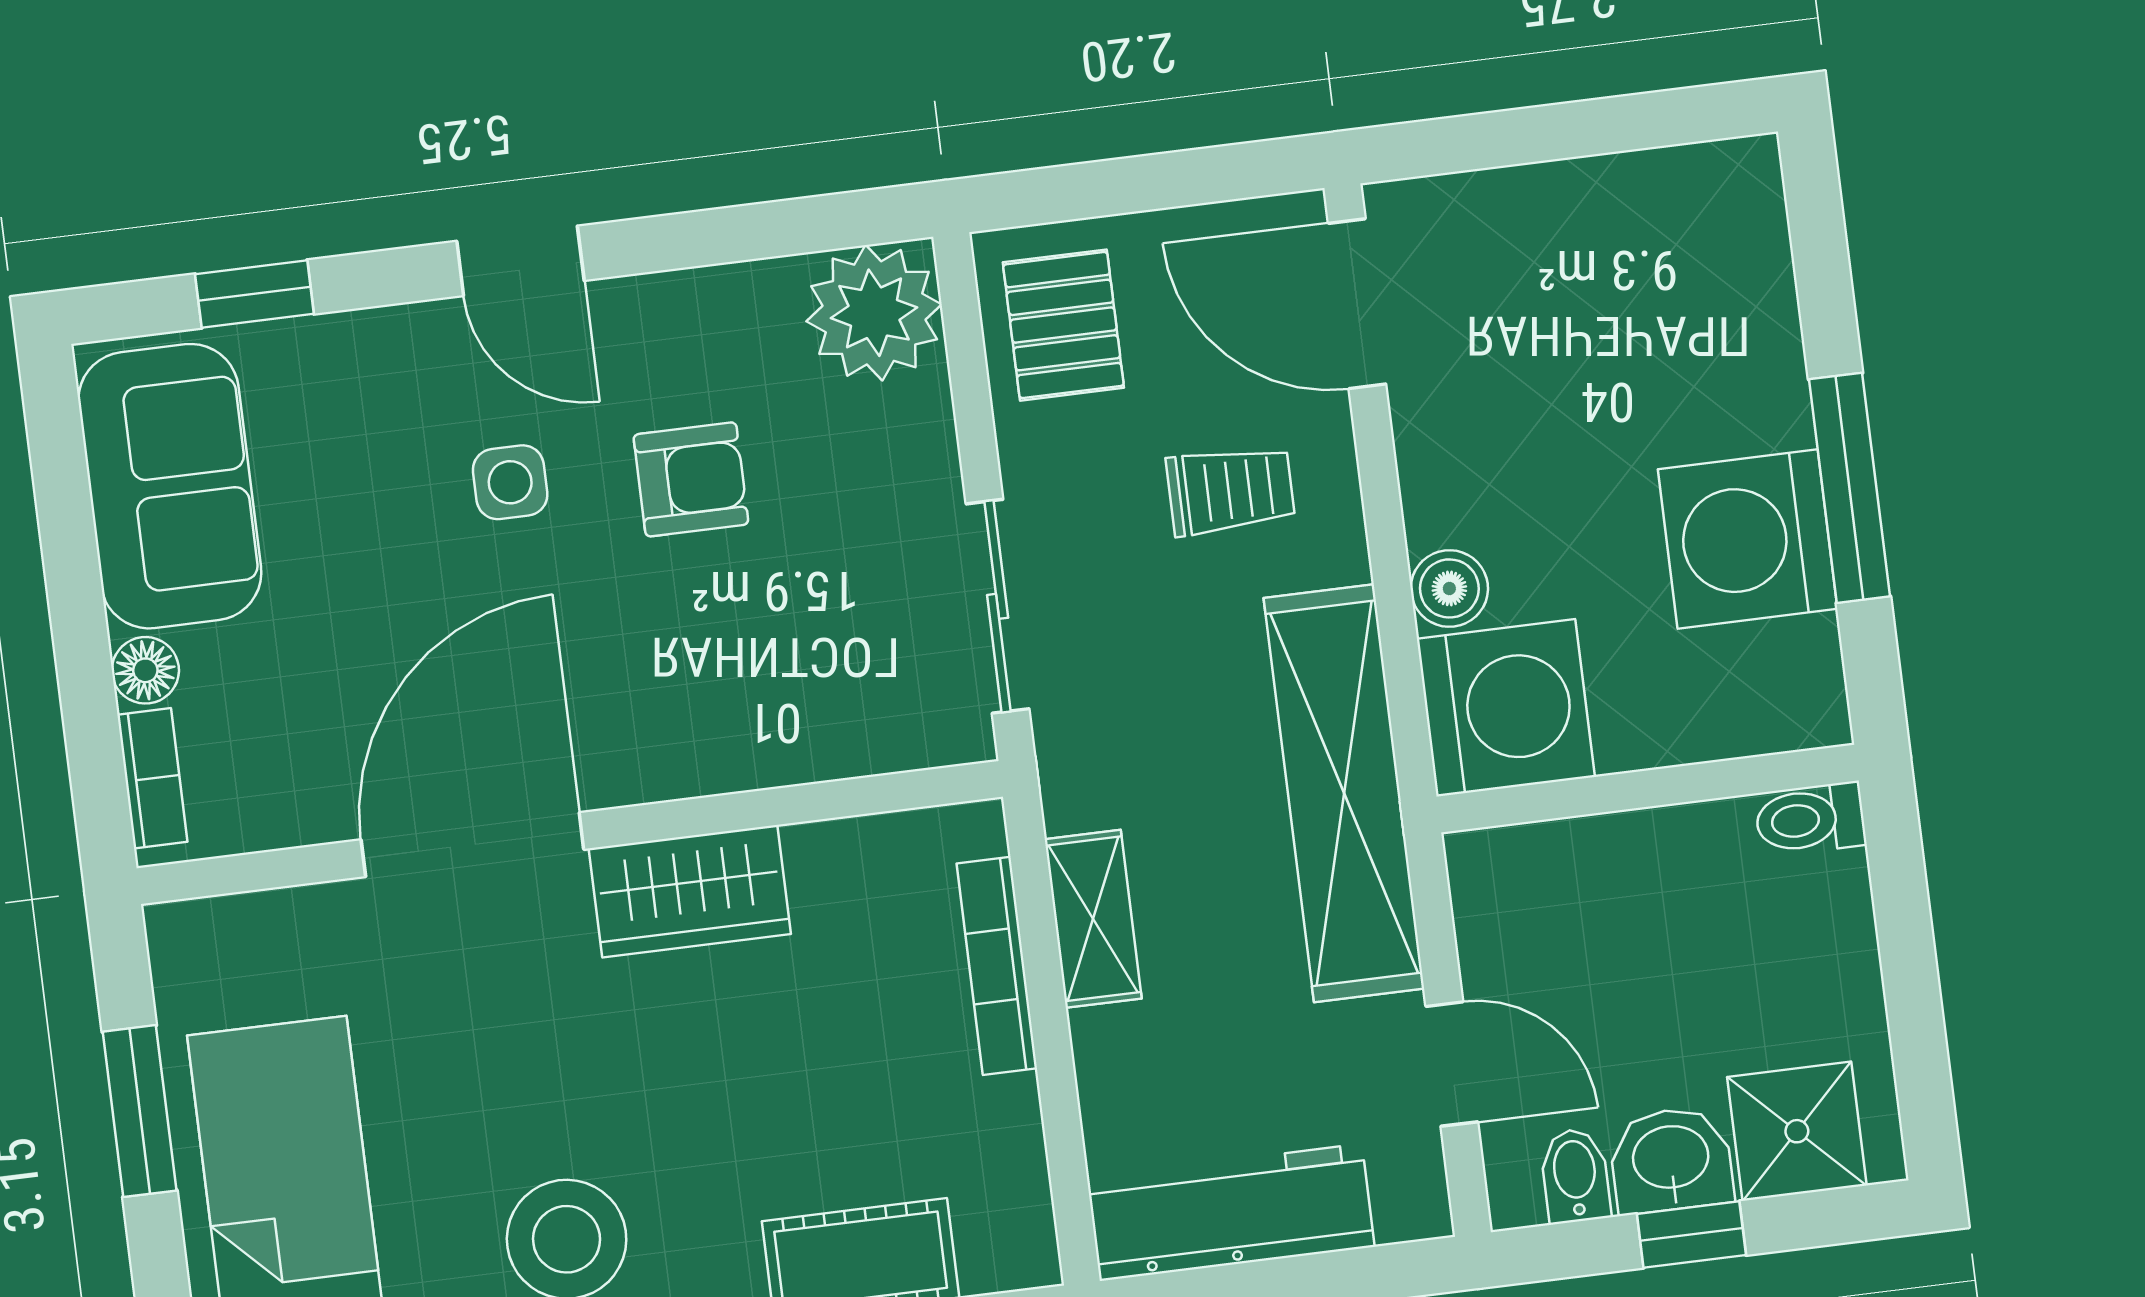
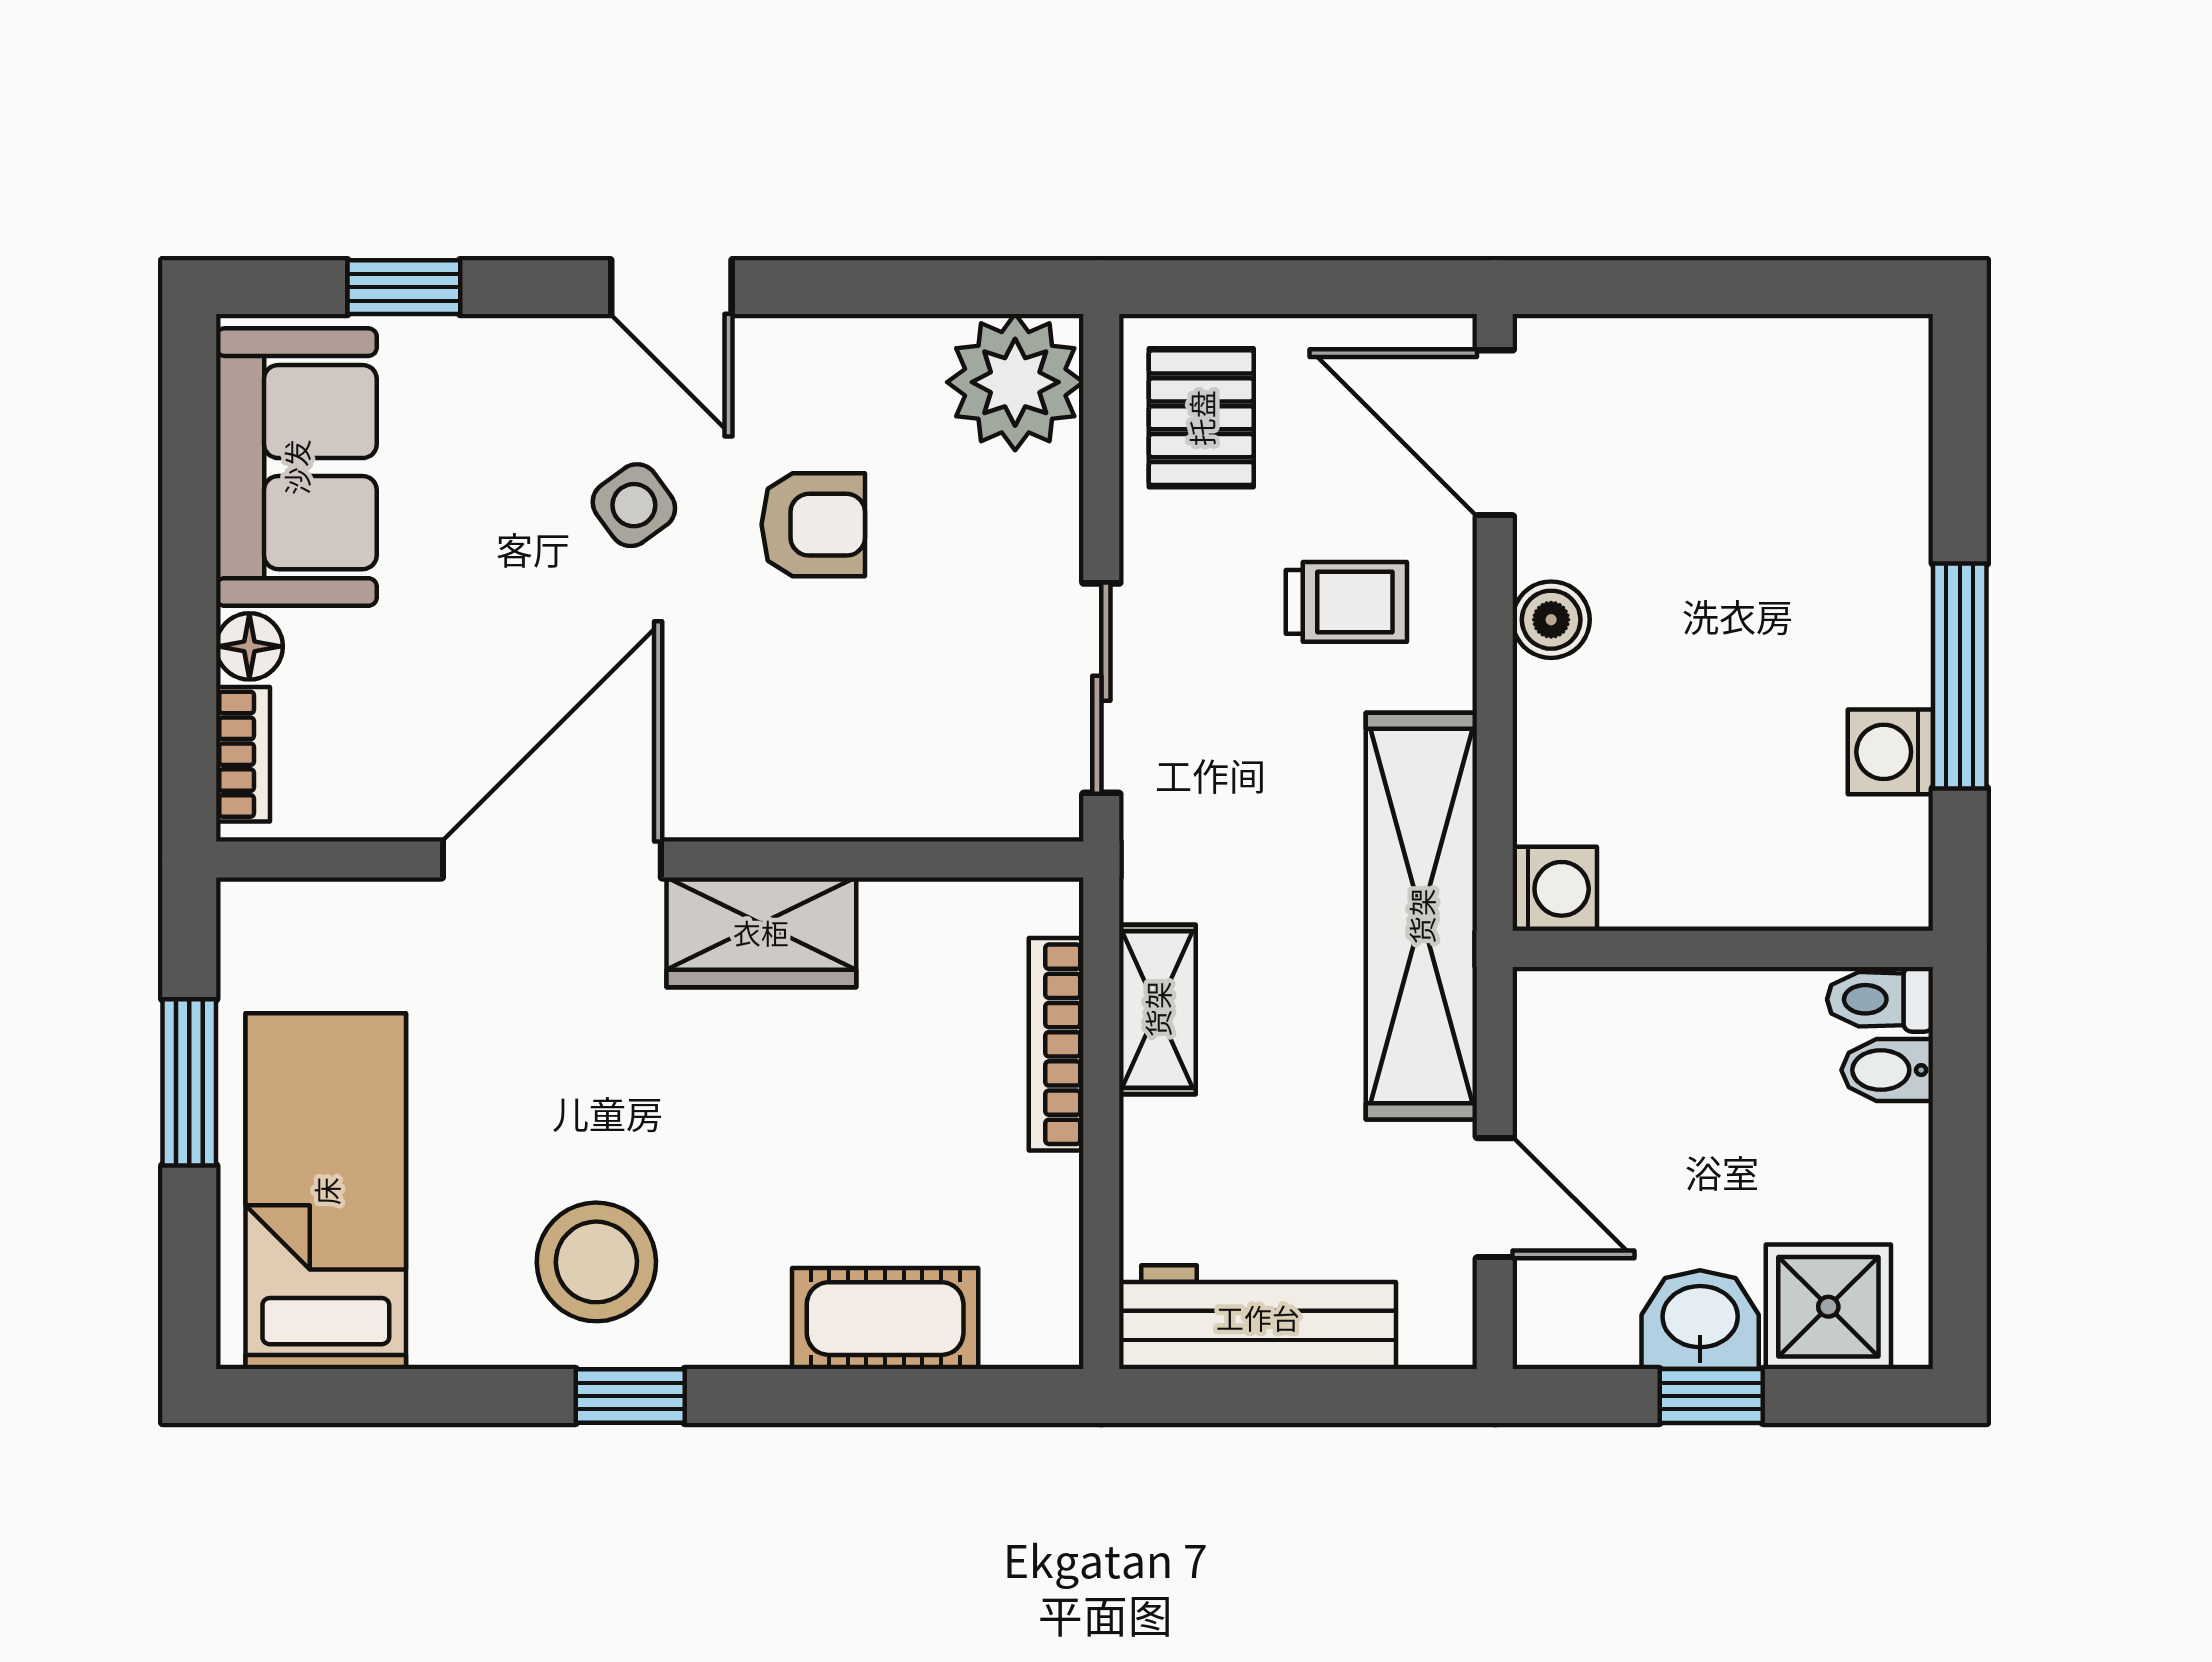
side table: (510, 482) -> (634, 505), turned -36
washing machine: (1748, 539) -> (1890, 752), width x0.53, depth x0.53
boiler: (1449, 588) -> (1551, 620), moved
washing machine: (1506, 708) -> (1555, 889), width x0.53, depth x0.53
bidet: (1575, 1176) -> (1887, 1070), moved, turned -90

